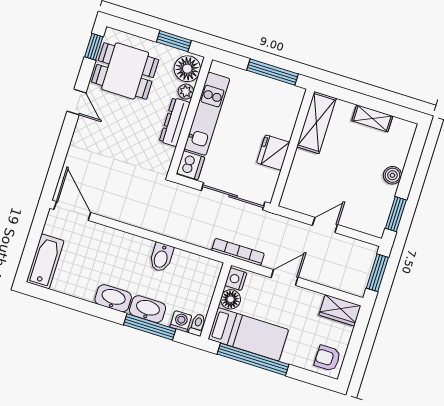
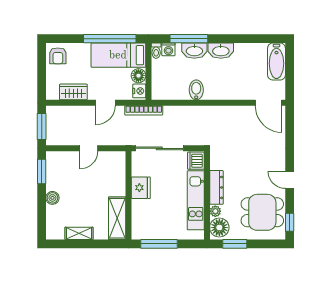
wardrobe: (340, 310) -> (73, 92), moved
armchair: (327, 358) -> (58, 56), turned 90

